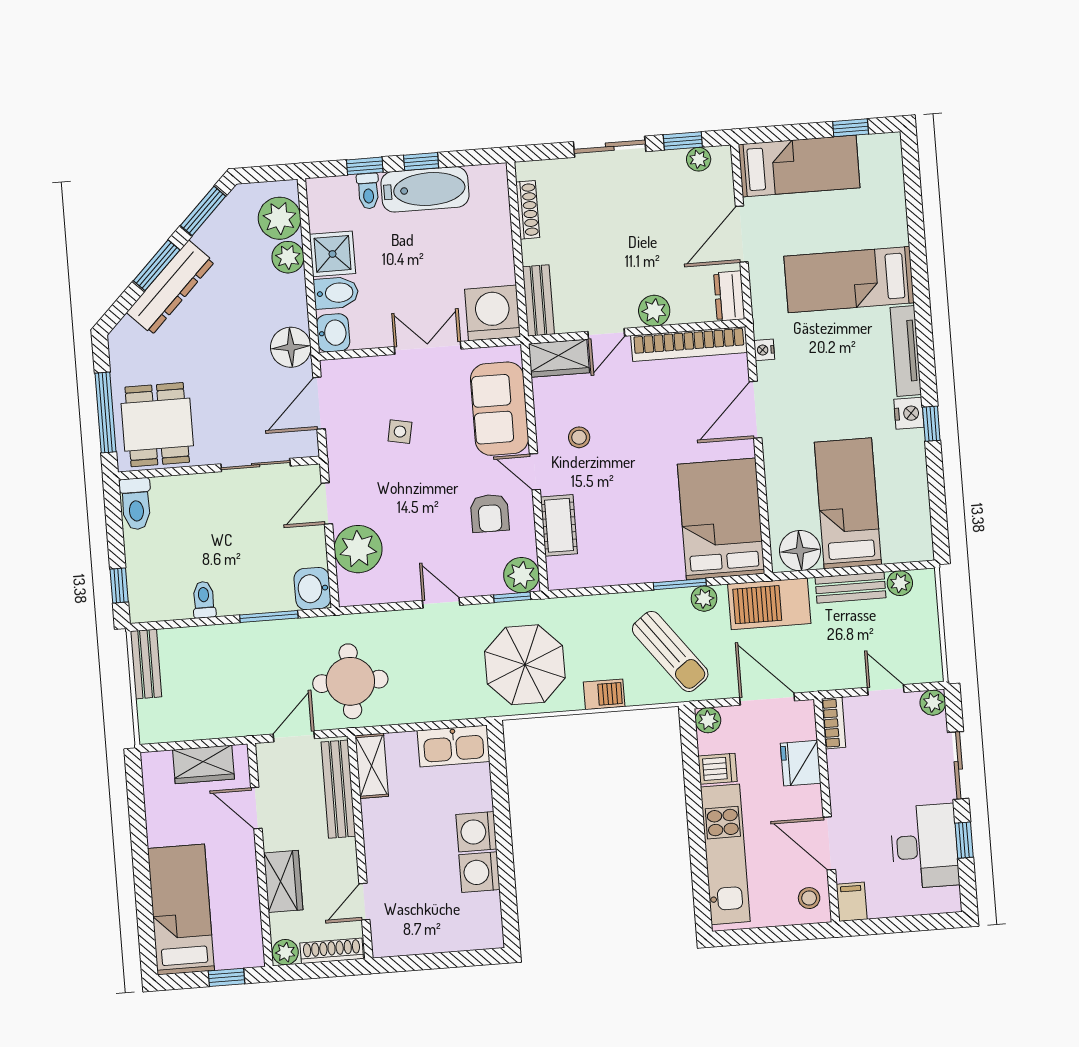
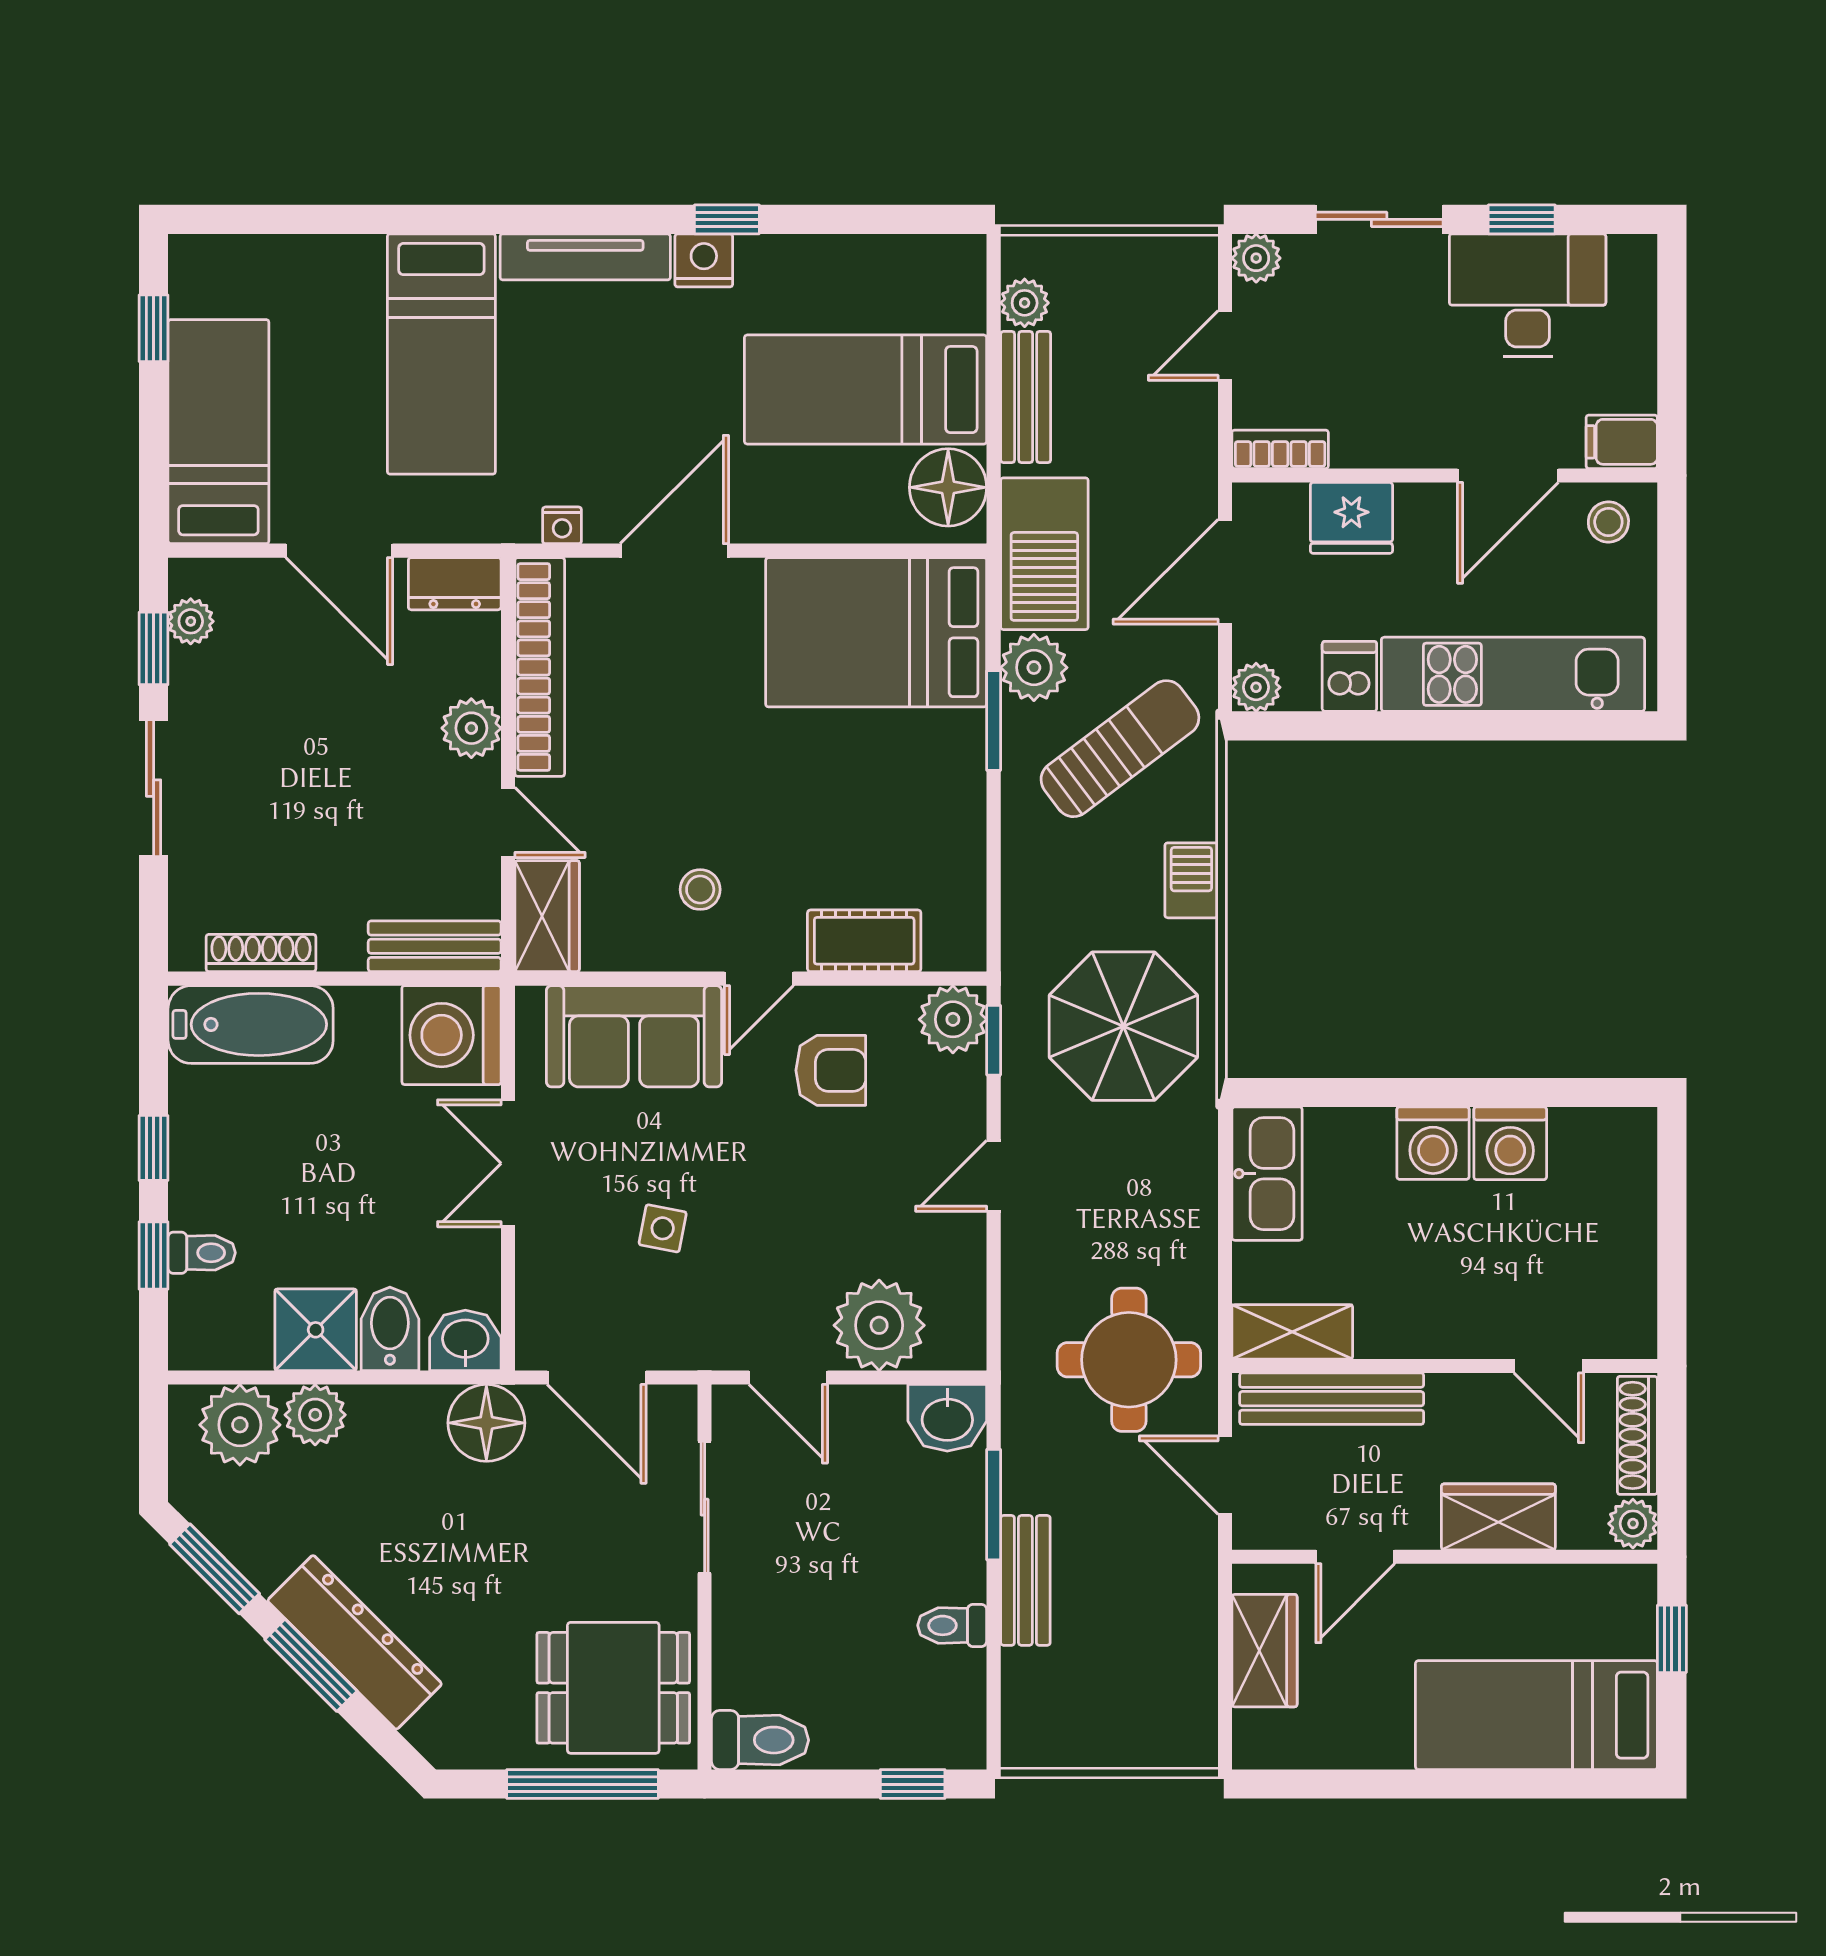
bathtub: (425, 189) -> (251, 1024), moved, turned 90
door: (756, 410) -> (674, 551), swing flipped
plant: (704, 599) -> (1034, 668), width x1.38, depth x1.38
bench: (146, 664) -> (1025, 1580), moved, turned 90

